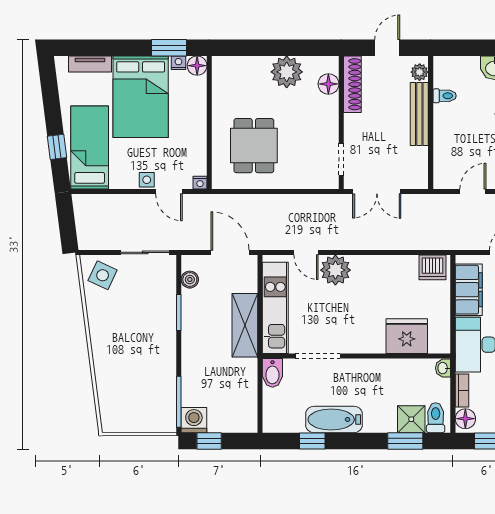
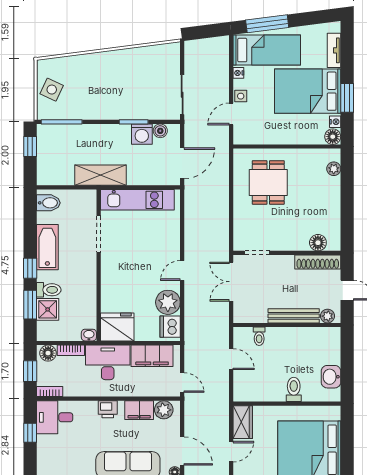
window: (169, 48) -> (347, 98), moved
plant: (287, 72) -> (334, 169), moved, width x0.53, depth x0.53
toilet: (445, 96) -> (259, 336), moved
dining table: (254, 146) -> (268, 182), turned 90
window: (57, 147) -> (267, 24), width x2.17
nightstand: (200, 183) -> (238, 73), moved
door: (306, 252) -> (182, 271), moved
plant: (335, 270) -> (168, 302), moved
side table: (103, 275) -> (52, 90), moved
shelving: (245, 325) -> (100, 175), moved
fridge: (407, 336) -> (117, 327), moved, turned -90
bidet: (272, 373) -> (48, 203), moved, turned 180
toilet: (436, 418) -> (49, 290), moved
washing machine: (194, 420) -> (142, 134), moved, turned 90
window: (312, 441) -> (30, 268), moved

